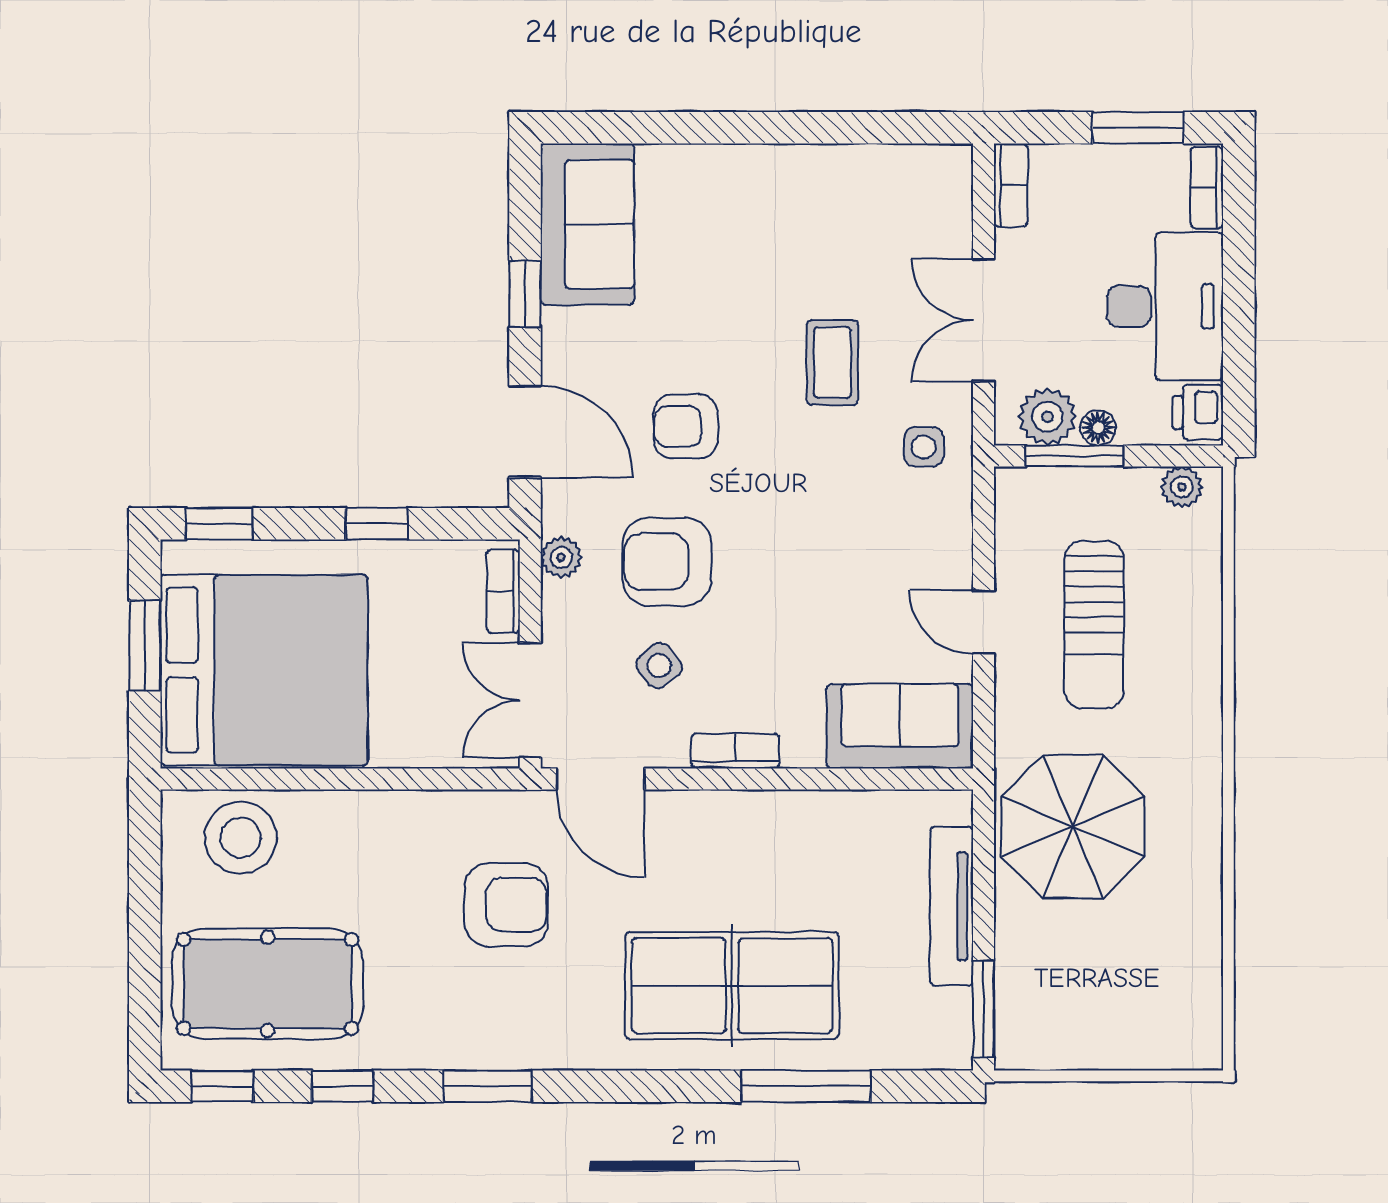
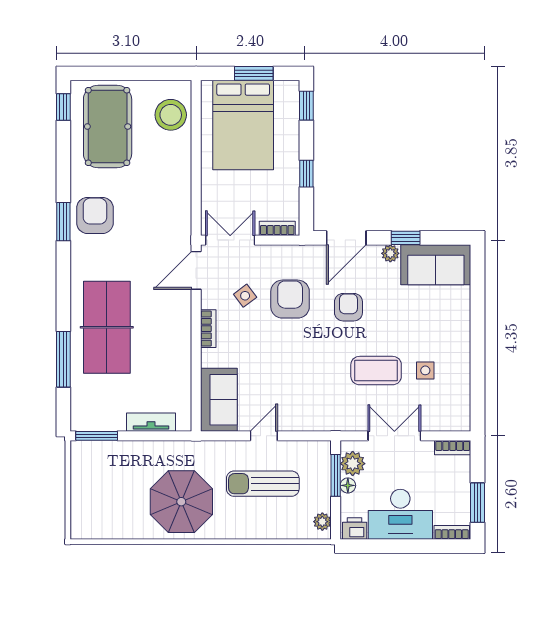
coffee table: (832, 362) -> (376, 371), width x1.36, depth x1.30
side table: (924, 447) -> (425, 370), moved
plant: (561, 557) -> (390, 253), moved
bed: (264, 670) -> (243, 125), width x0.73
parasol: (1073, 827) -> (181, 502), moved
armchair: (506, 905) -> (95, 215), moved, turned 180
tv unit: (951, 906) -> (151, 422), width x0.71
window: (342, 1086) -> (63, 159), removed

